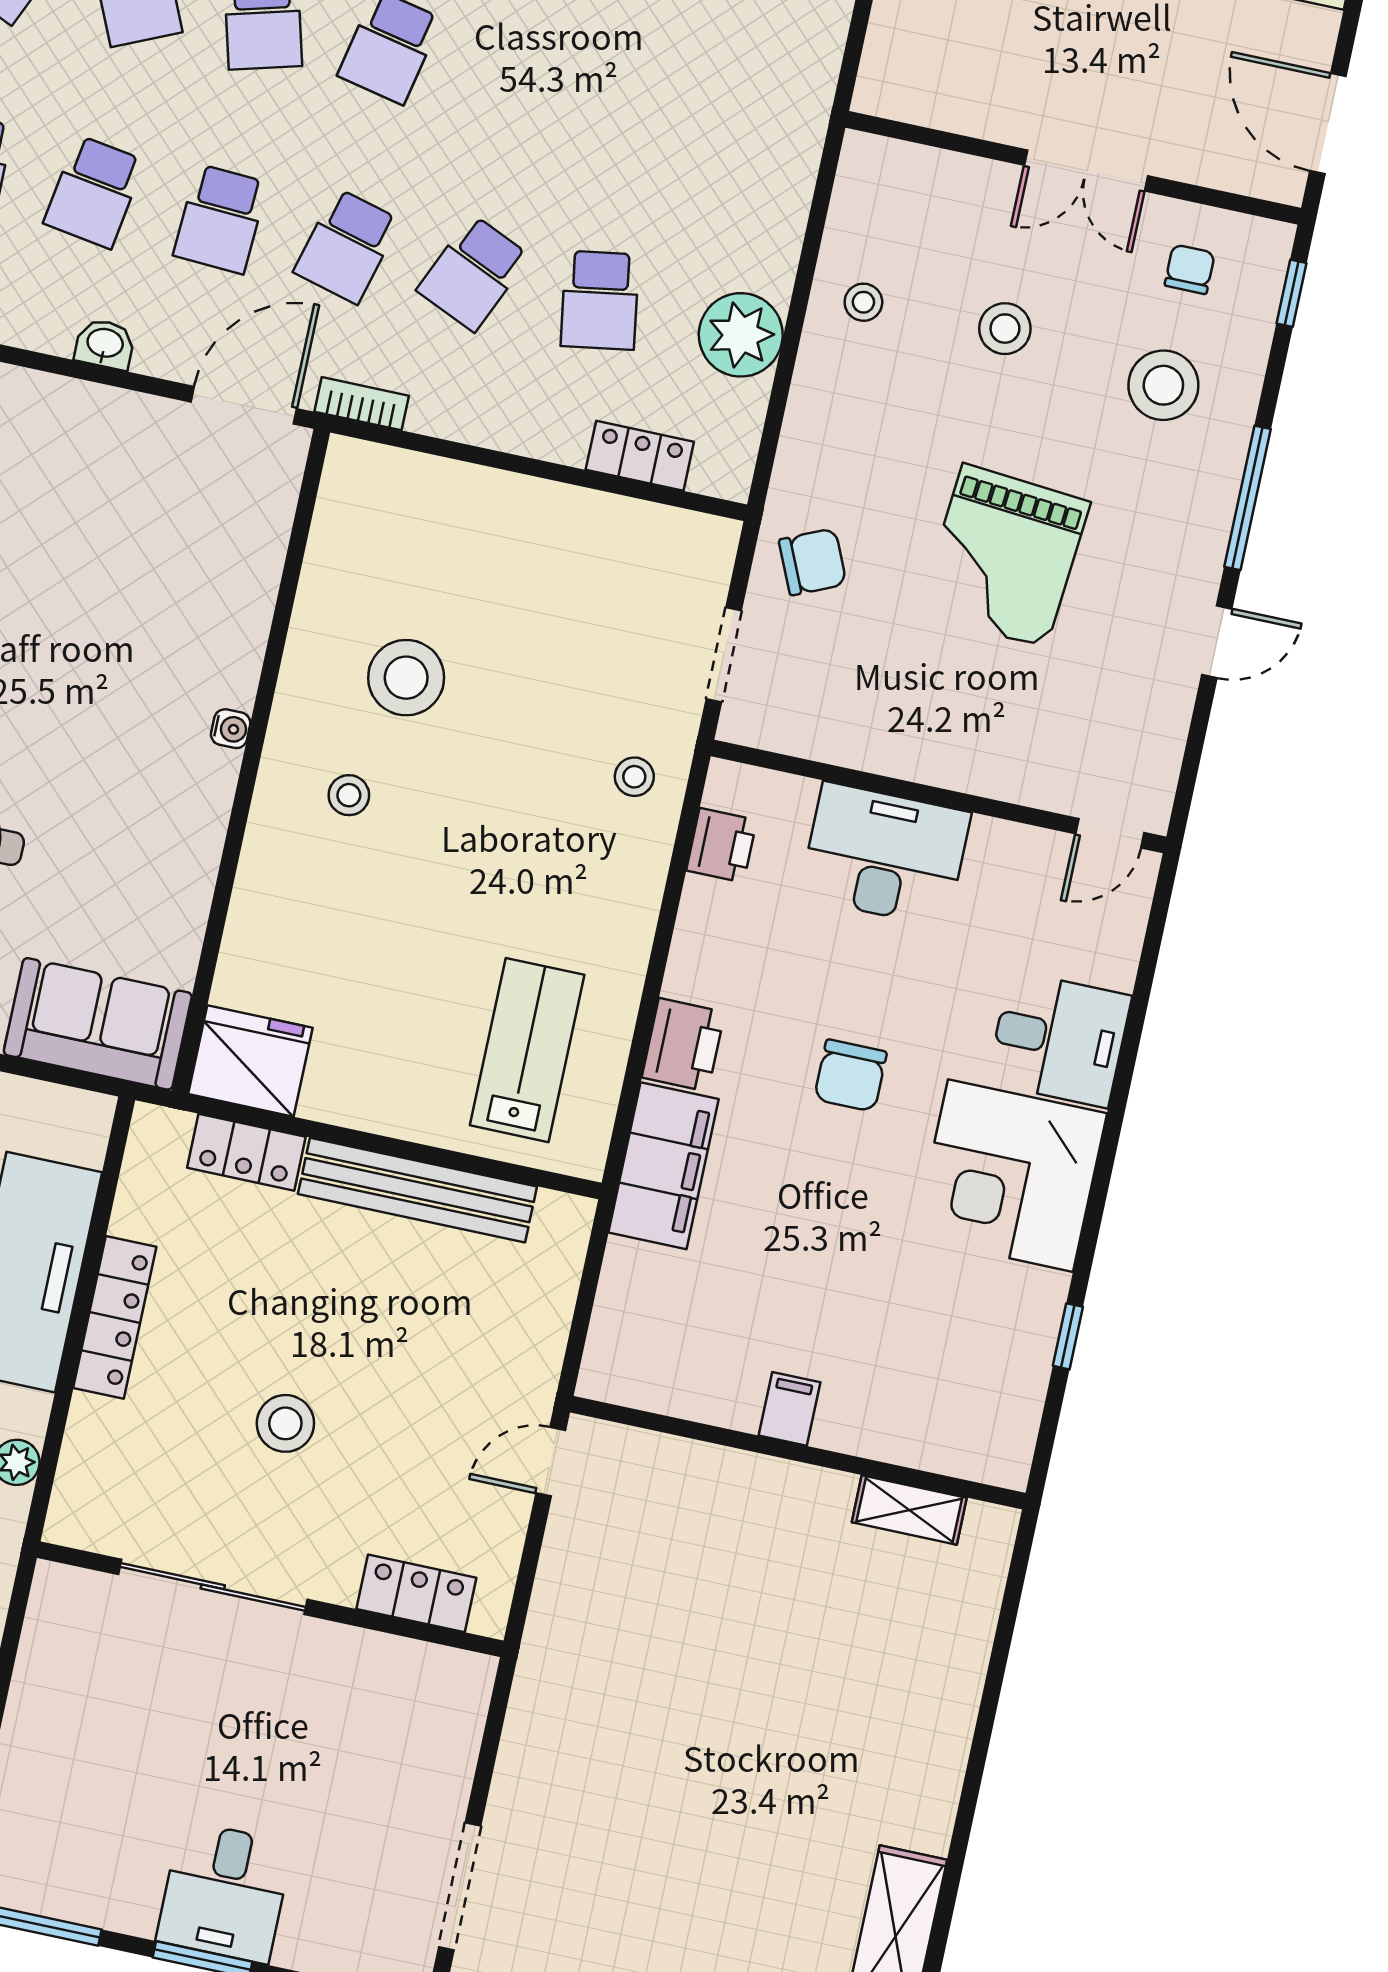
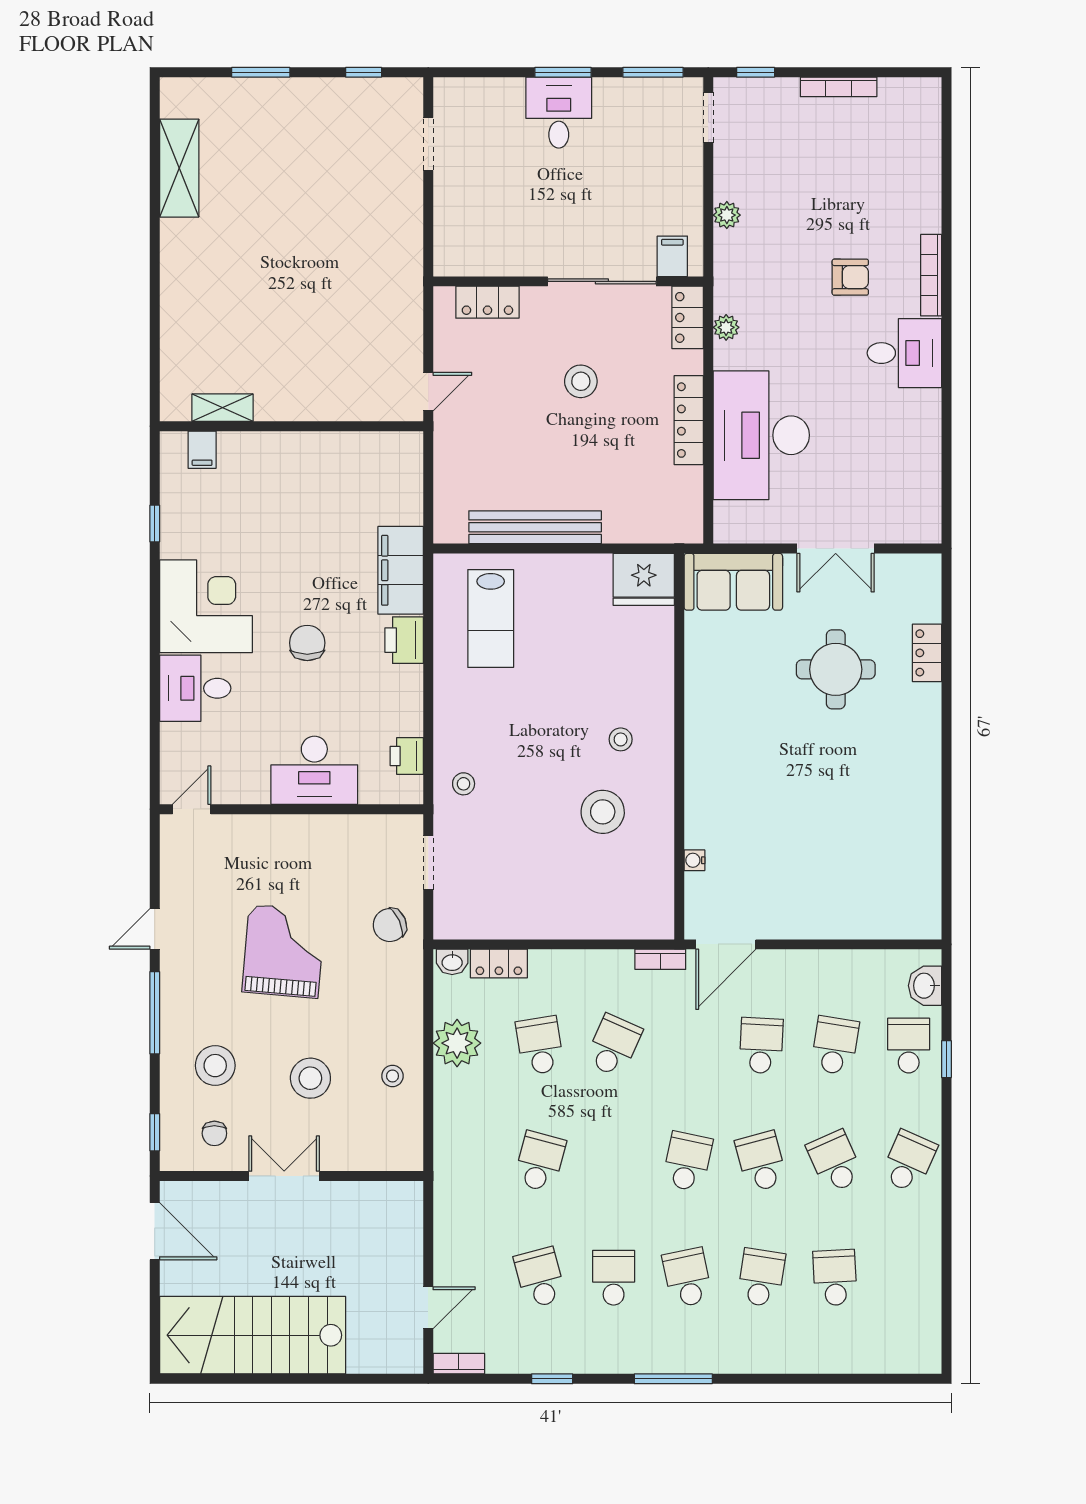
school desk: (347, 246) -> (540, 1162), moved
stool: (1005, 329) -> (310, 1078), width x1.38, depth x1.38
washbasin: (105, 344) -> (452, 962), moved
water cooler: (231, 729) -> (694, 860), moved
locker: (246, 1152) -> (688, 317), moved, turned -90
filing cabinet: (789, 1409) -> (202, 450), moved
filing cabinet: (83, 1604) -> (672, 256), added
doorway: (460, 1886) -> (428, 144), width x0.73

